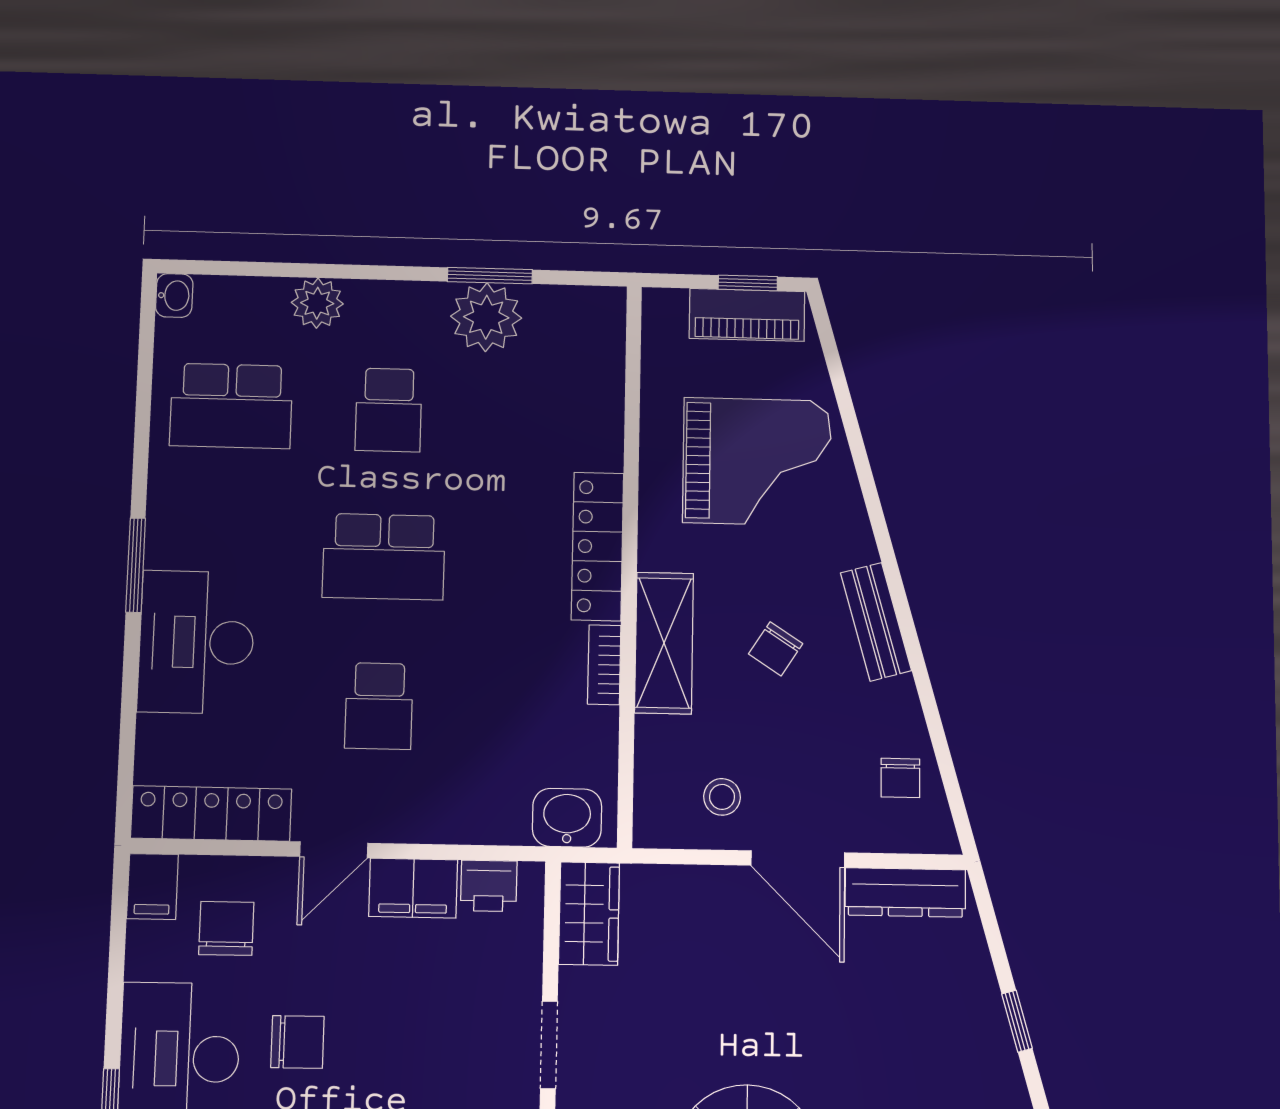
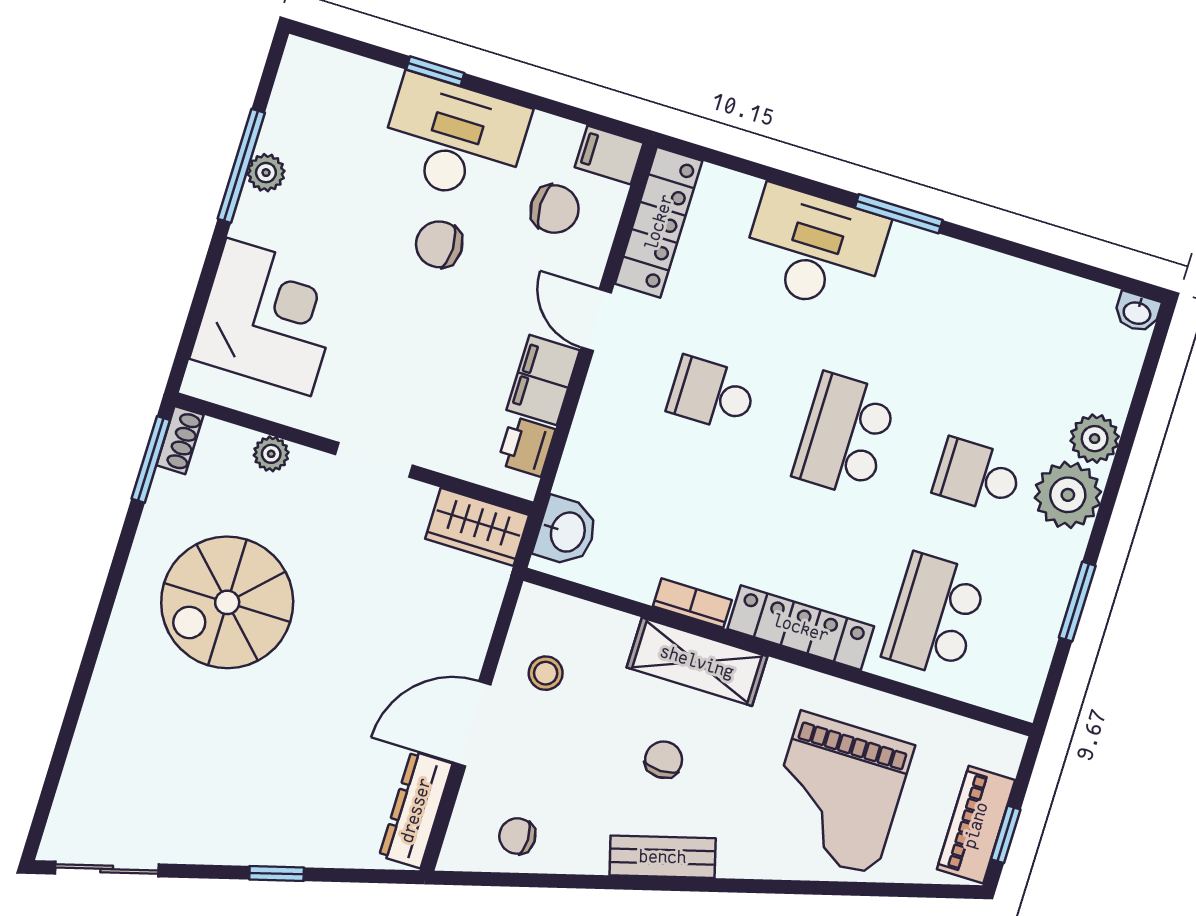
plant: (486, 317) -> (1068, 495), moved
school desk: (231, 406) -> (935, 615), moved
chair: (776, 649) -> (664, 760), turned 57
chair: (297, 1042) -> (439, 244), turned 90

